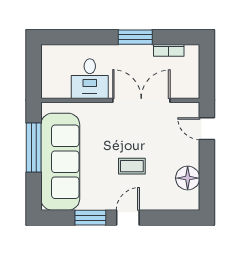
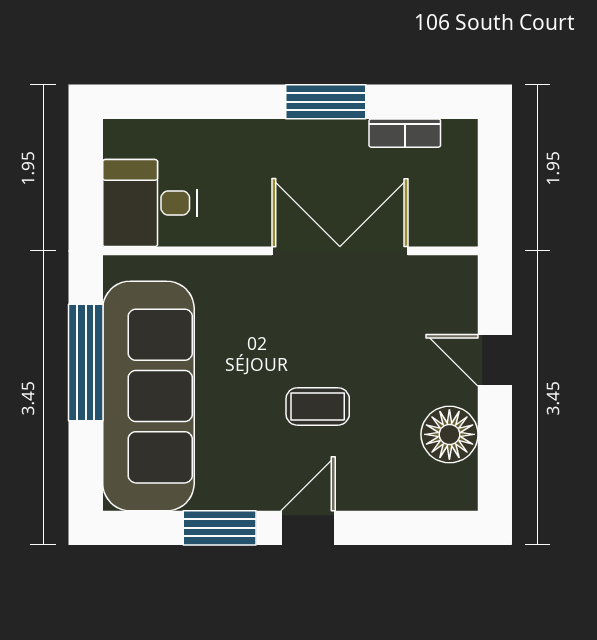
desk: (90, 79) -> (150, 203), moved, turned 90
door: (207, 129) -> (495, 360), moved

